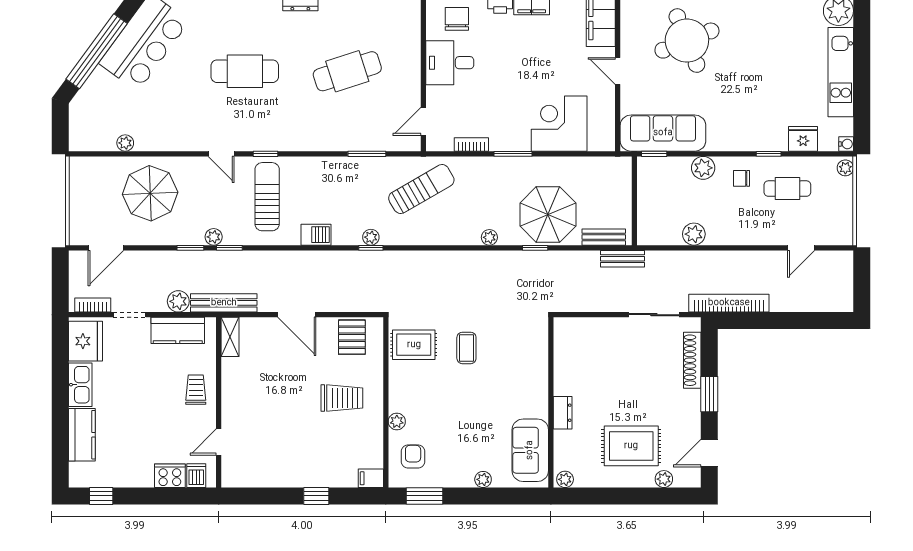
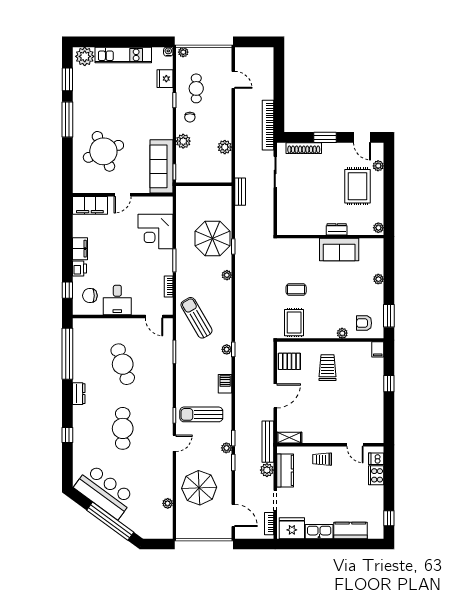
bench: (604, 237) -> (227, 203), removed
sofa: (530, 450) -> (339, 250), moved

